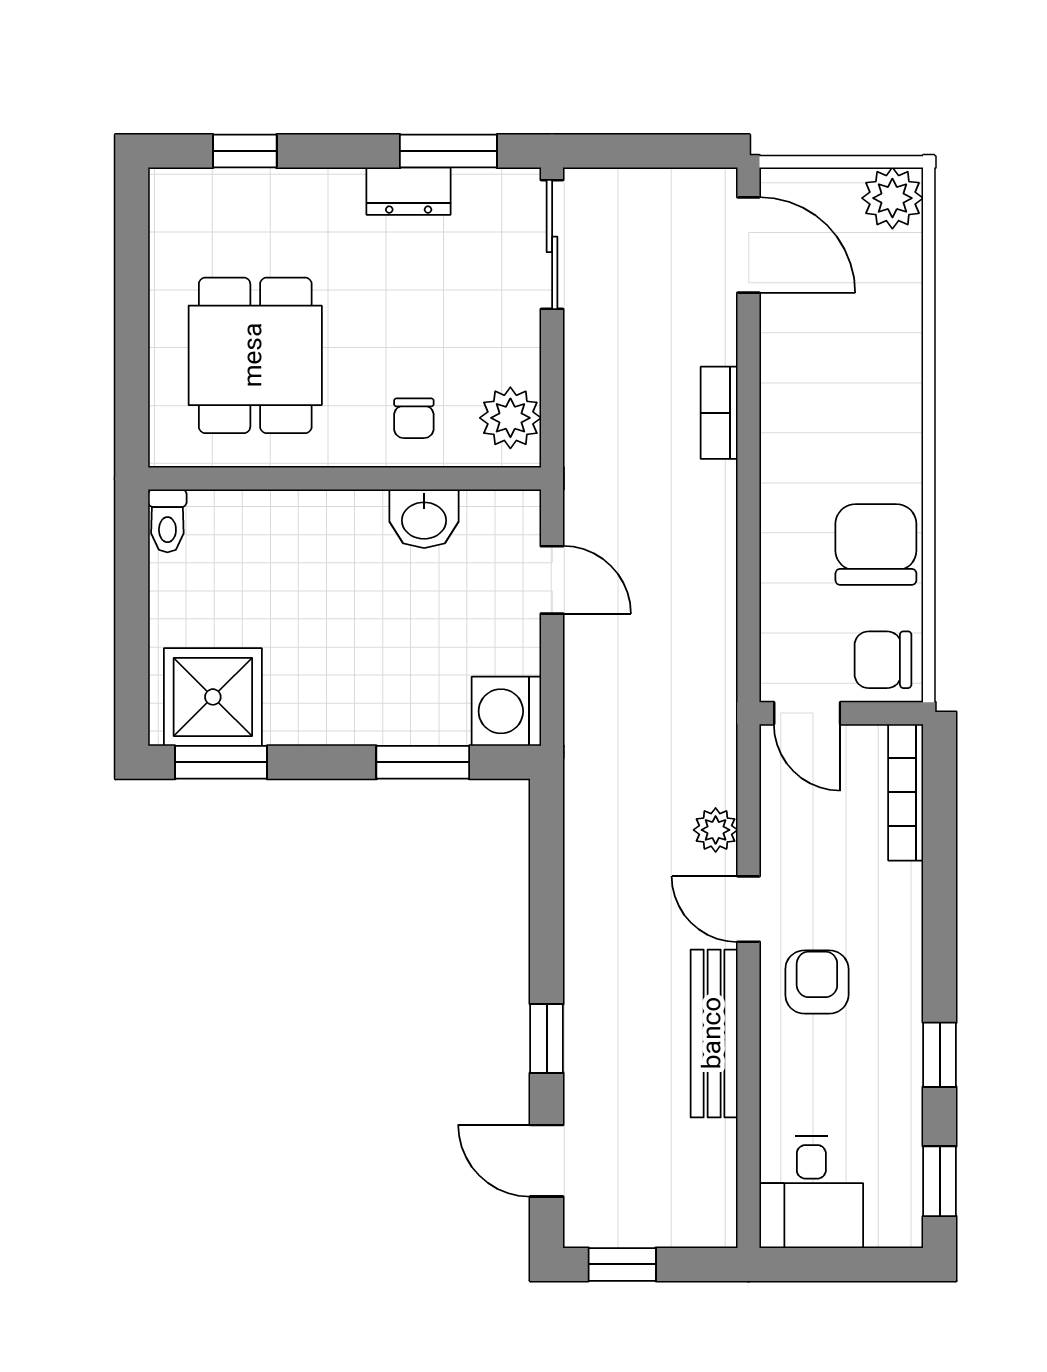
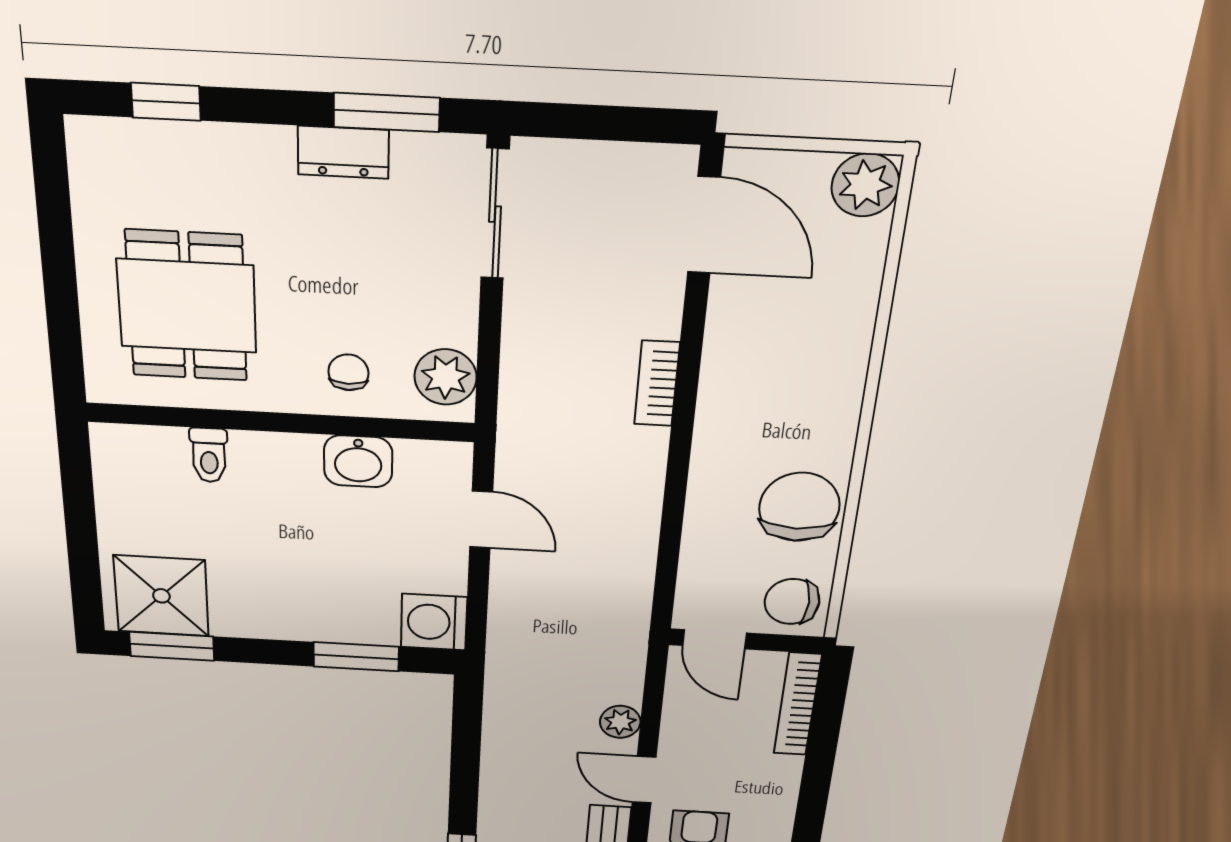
chair: (414, 418) -> (348, 372), turned 180
toilet: (167, 521) -> (209, 455), moved

